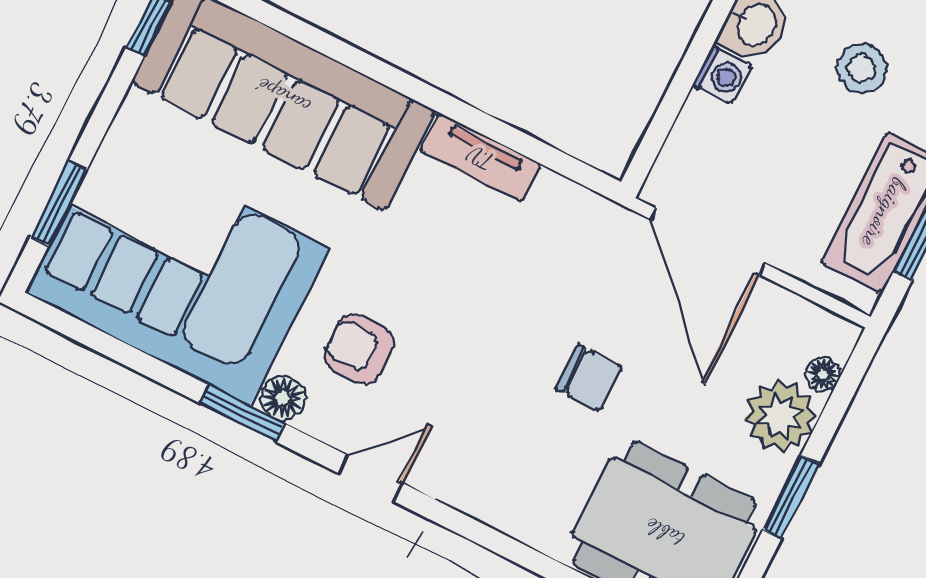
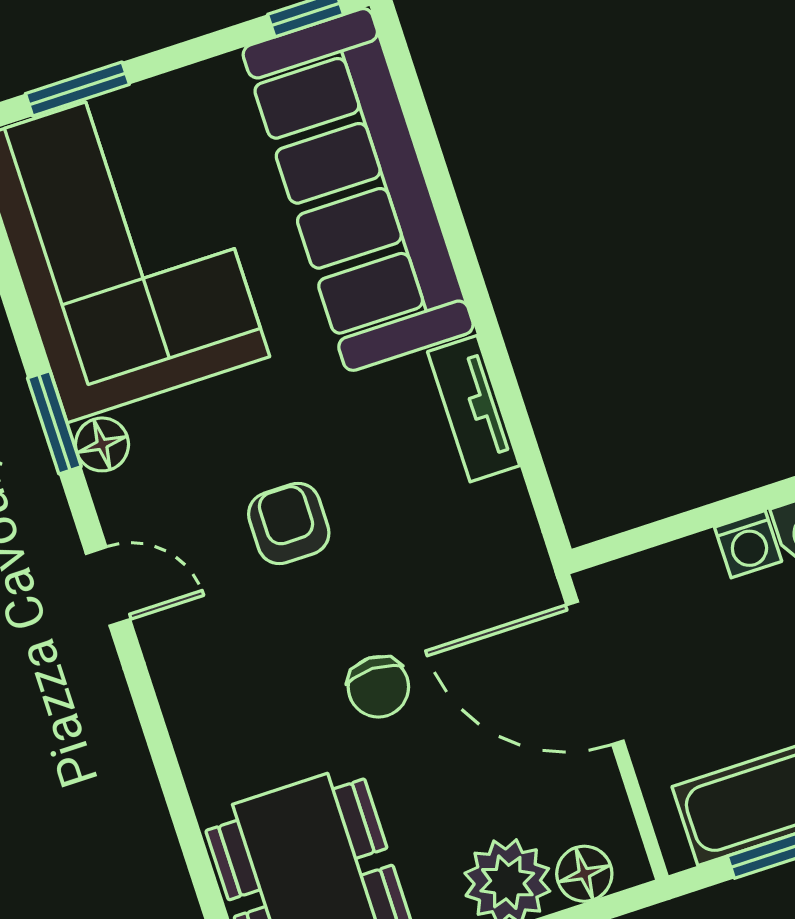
door: (708, 241) -> (595, 673), hinge flipped
armchair: (359, 349) -> (289, 524), moved
floor lamp: (823, 374) -> (584, 874), width x1.37, depth x1.37

